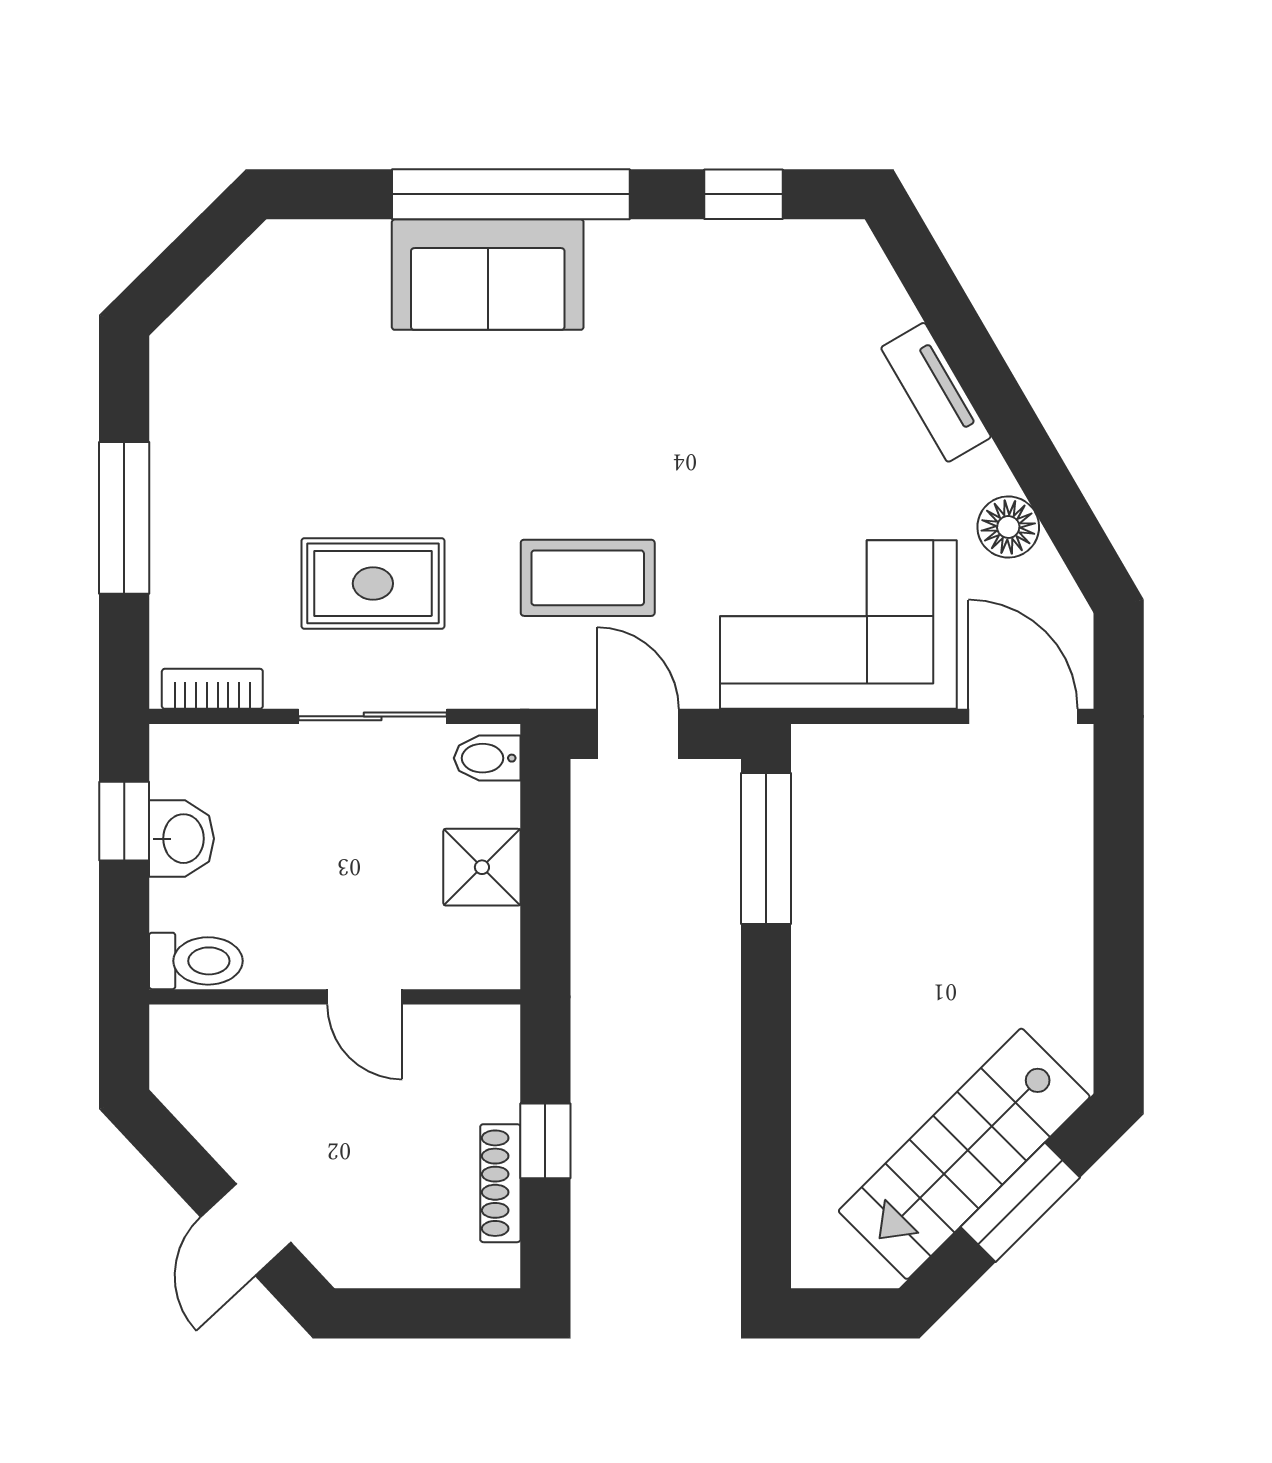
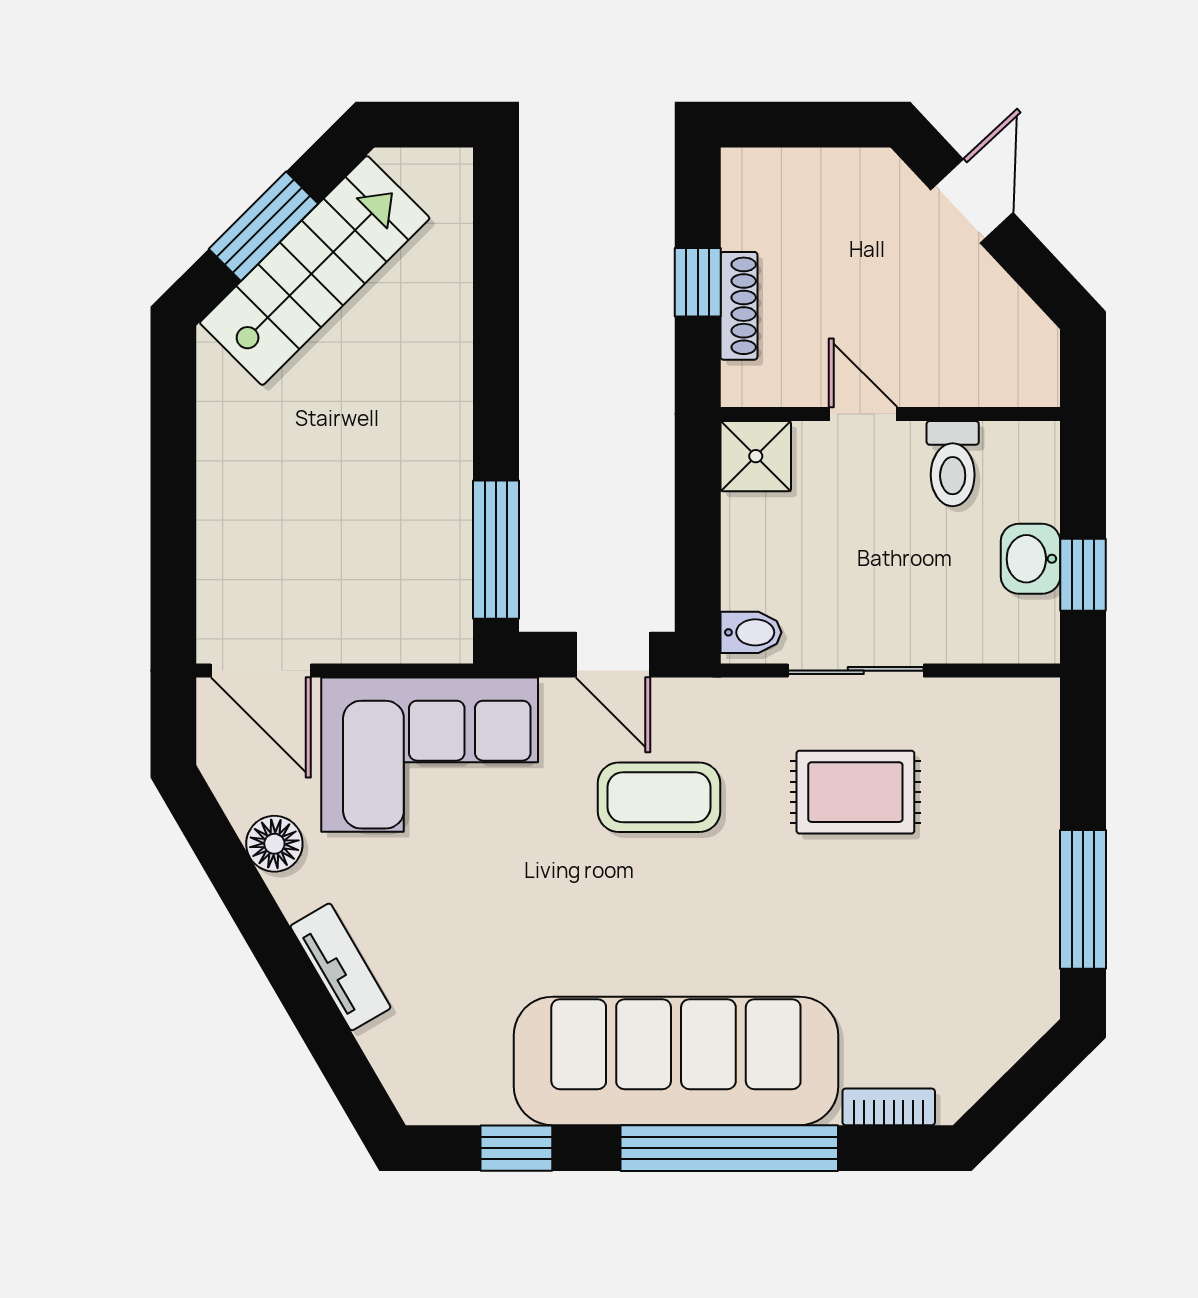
sofa: (488, 275) -> (676, 1061), width x1.85, depth x1.27
window: (124, 518) -> (1083, 899), moved
bookcase: (212, 689) -> (889, 1107), moved, turned 180
shower: (482, 867) -> (756, 456), moved
toilet: (196, 961) -> (953, 464), moved, turned -90
shoe rack: (500, 1183) -> (739, 306), moved

